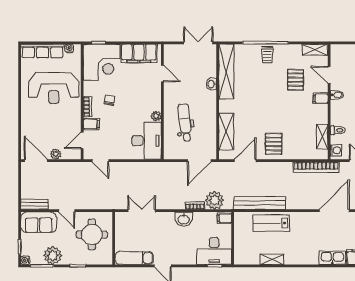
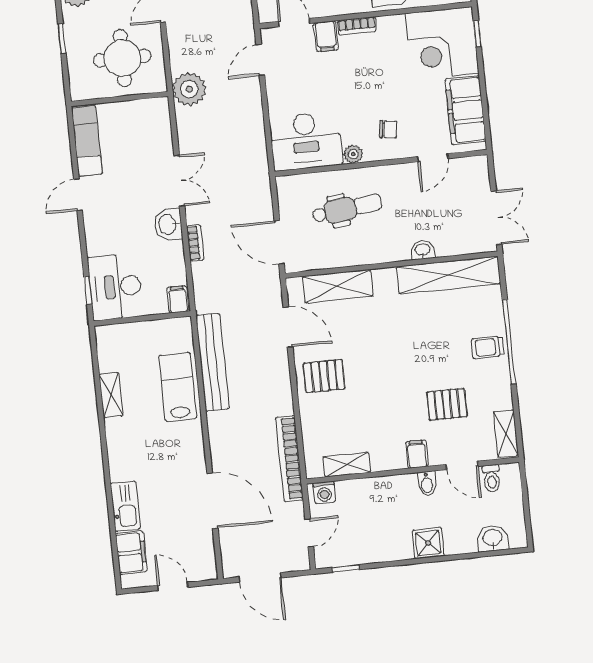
door: (329, 75) -> (462, 465), swing flipped
chair: (109, 100) -> (388, 129), moved
toilet: (338, 130) -> (492, 478), moved
plant: (215, 200) -> (189, 89), moved
double door: (142, 211) -> (179, 181), moved

